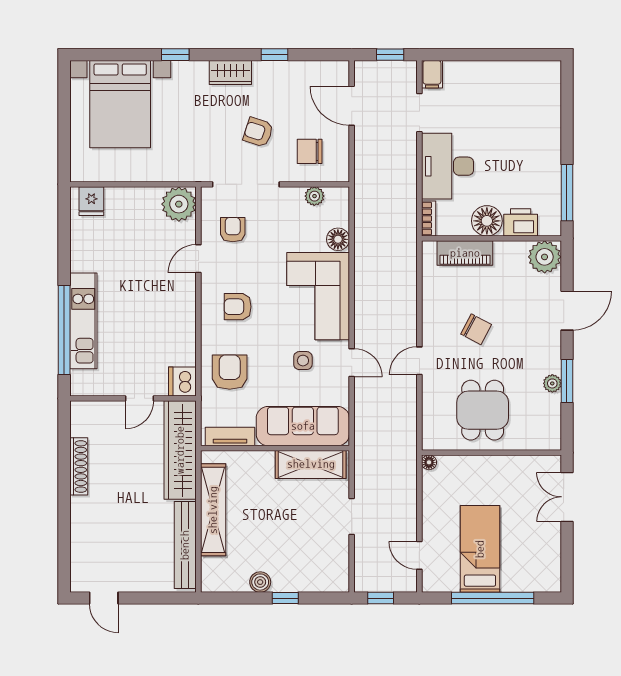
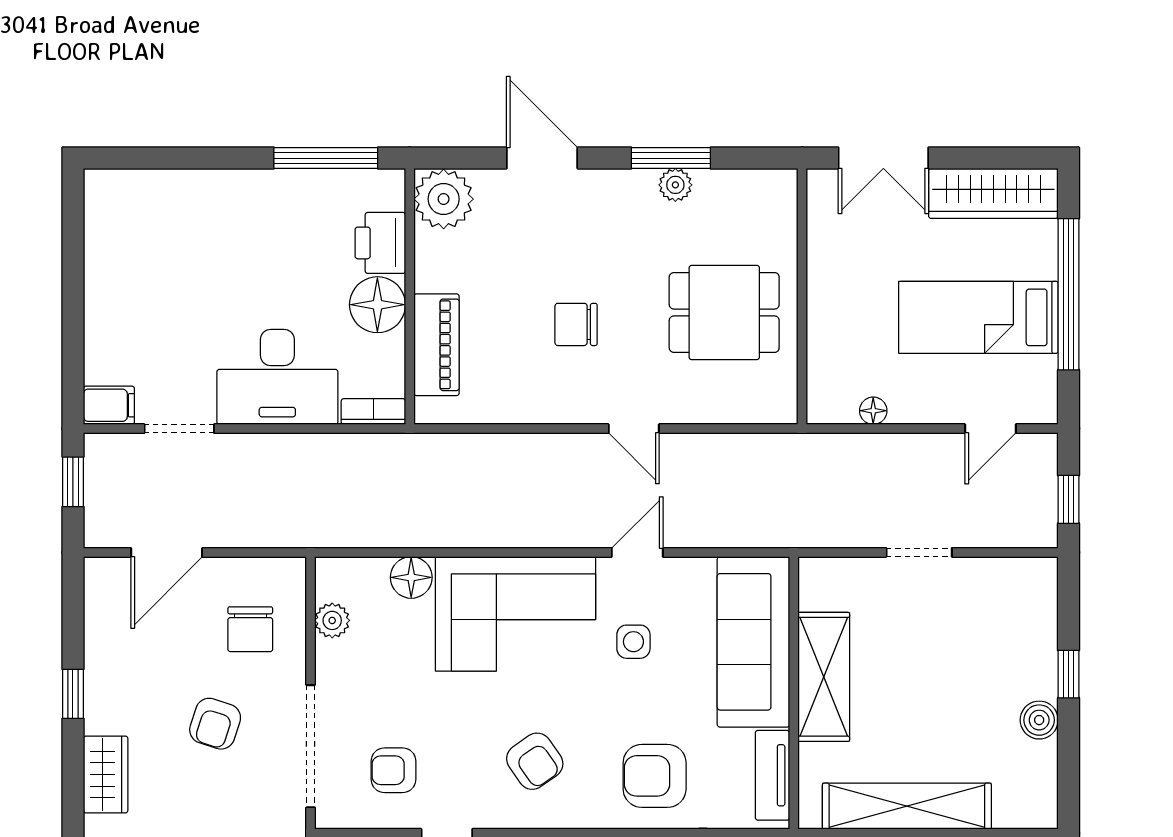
armchair: (238, 307) -> (535, 761), turned -35
chair: (476, 329) -> (576, 324), turned -118
floor lamp: (429, 462) -> (873, 411), moved
shelving: (311, 464) -> (824, 677), moved
wardrobe: (548, 557) -> (993, 193), added

